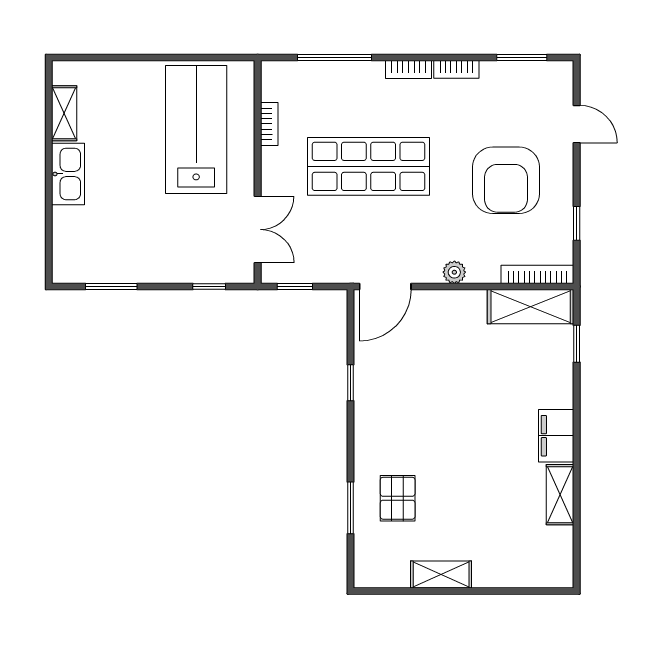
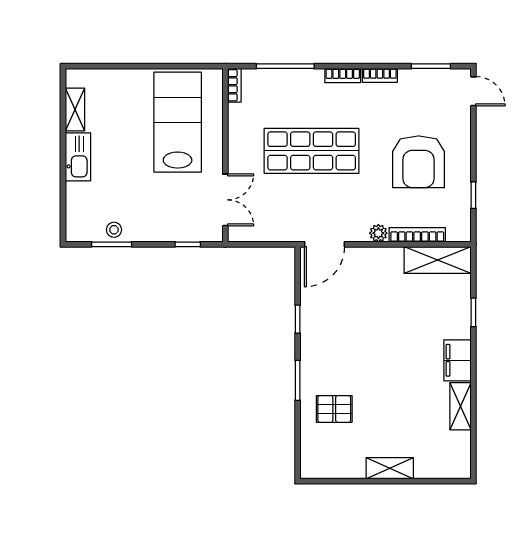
bookcase: (269, 124) -> (234, 85), moved
door: (577, 124) -> (473, 91), moved
stool: (114, 268) -> (114, 230), added
bookcase: (537, 274) -> (417, 235), moved
window: (295, 287) -> (254, 244), removed
window: (577, 344) -> (473, 312), moved
pallet: (398, 498) -> (334, 409), turned 90
window: (350, 508) -> (298, 380), moved
shelving: (441, 574) -> (390, 468), moved

